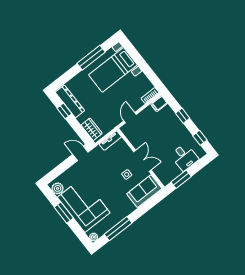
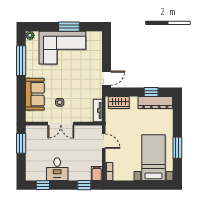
window: (91, 58) -> (177, 148), width x0.69
window: (183, 116) -> (84, 185), moved
desk: (184, 157) -> (57, 169), moved, turned -90
plant: (58, 188) -> (92, 37), removed
sofa: (144, 191) -> (35, 94), moved

